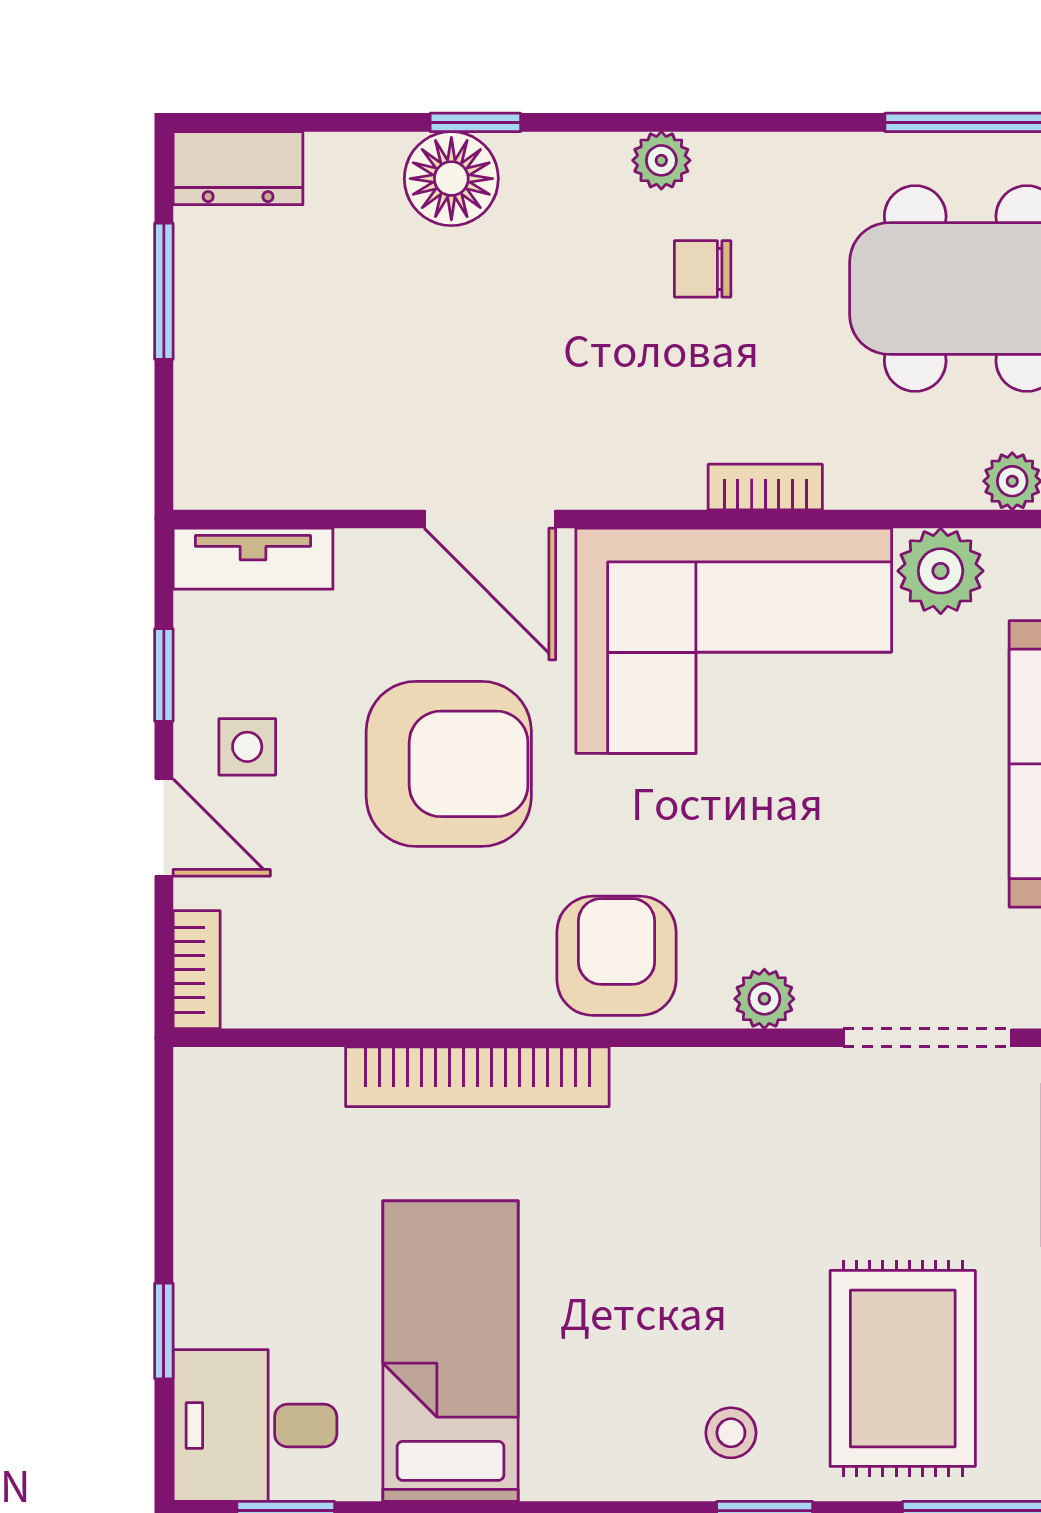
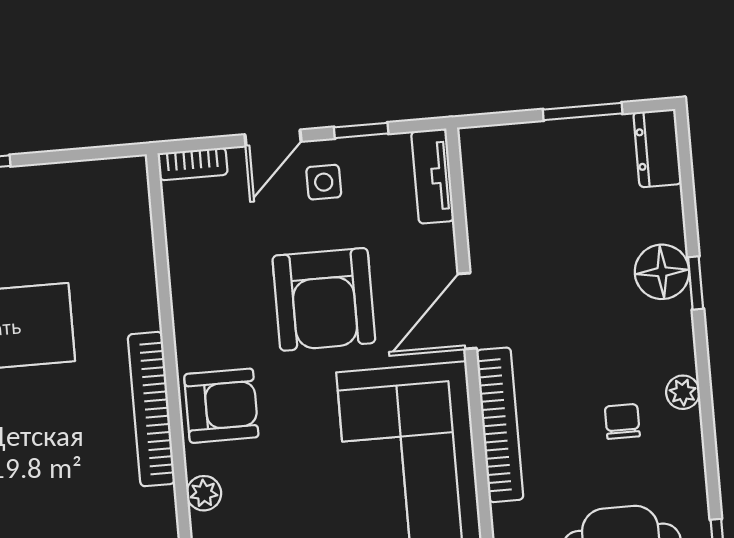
bookcase: (765, 487) -> (500, 425), width x2.31, depth x1.31
bookcase: (477, 1077) -> (151, 409), moved

